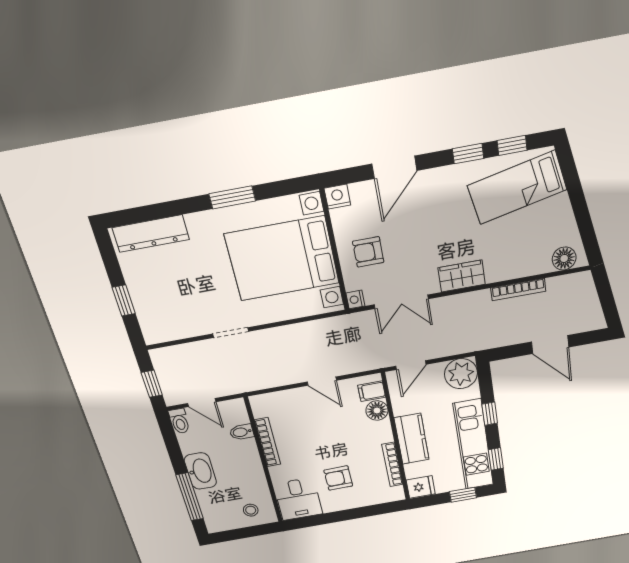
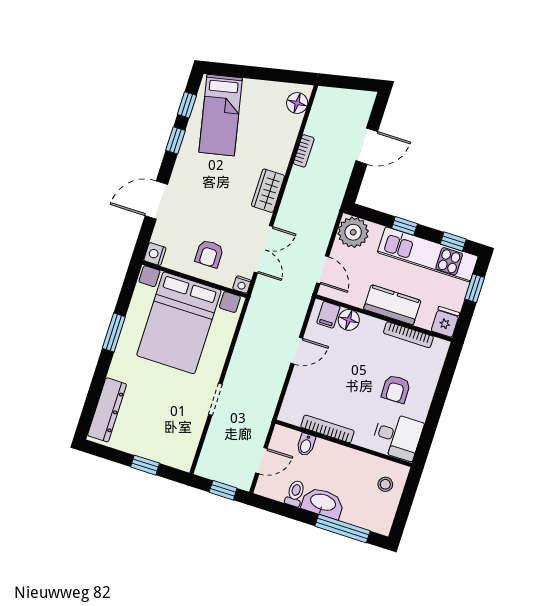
door: (394, 167) -> (156, 200), swing flipped
bookcase: (518, 290) -> (304, 151), width x0.64
toilet: (180, 421) -> (295, 493), moved, turned -90

